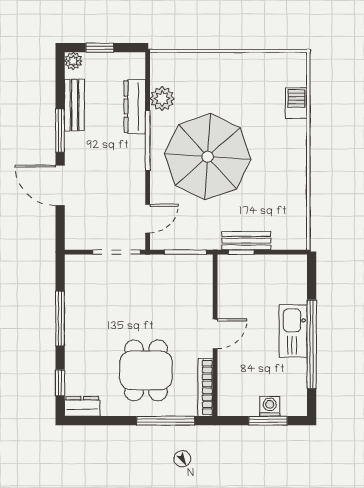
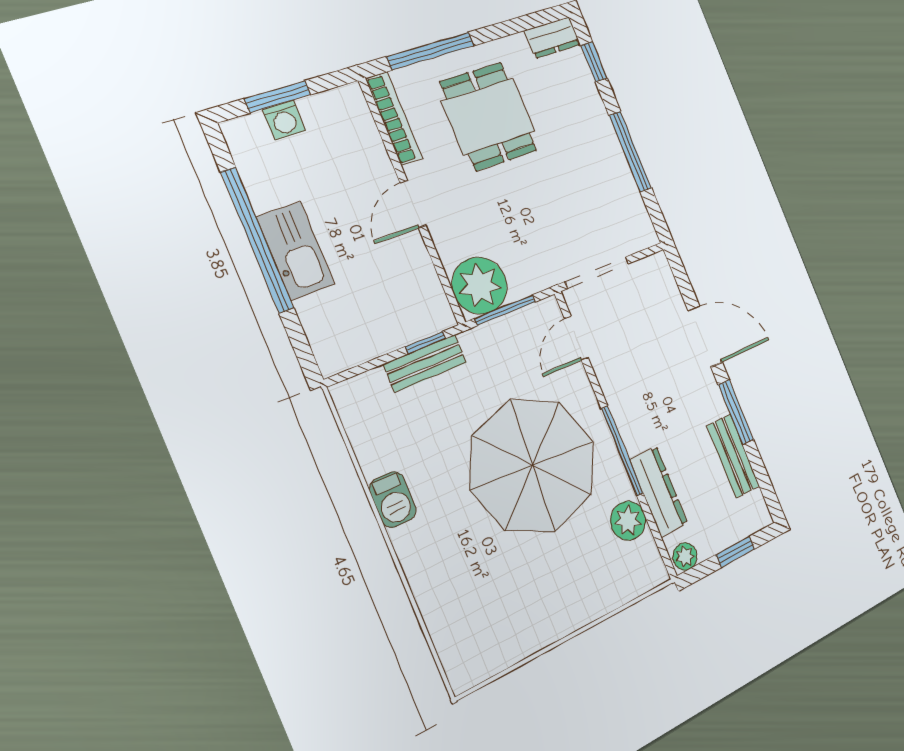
plant: (73, 61) -> (685, 556), moved
barbecue: (296, 103) -> (393, 500), moved
plant: (195, 272) -> (480, 286), added

